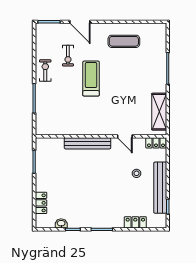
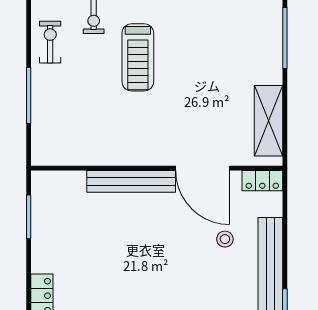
treadmill: (91, 79) -> (138, 57), turned 180
door: (125, 136) -> (203, 168), width x1.88

